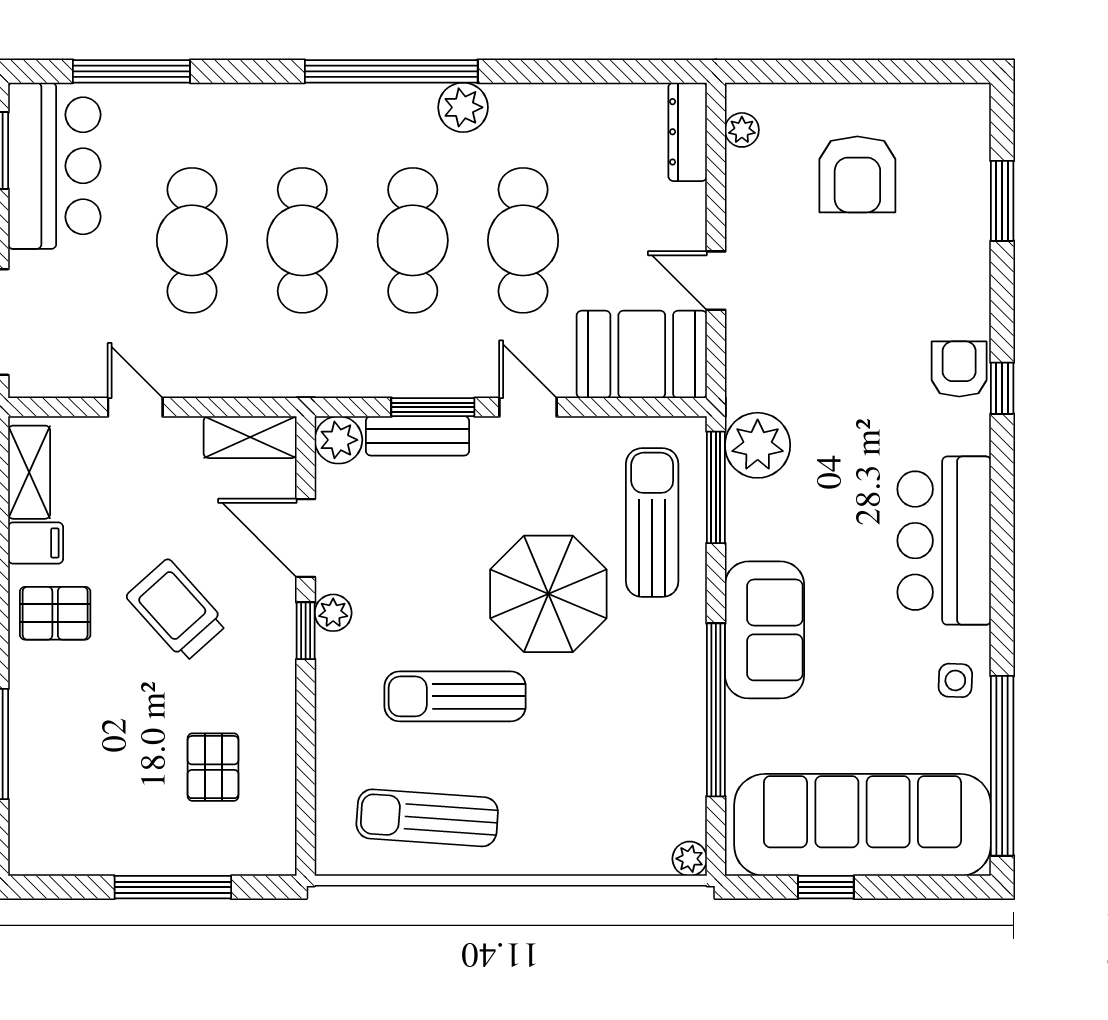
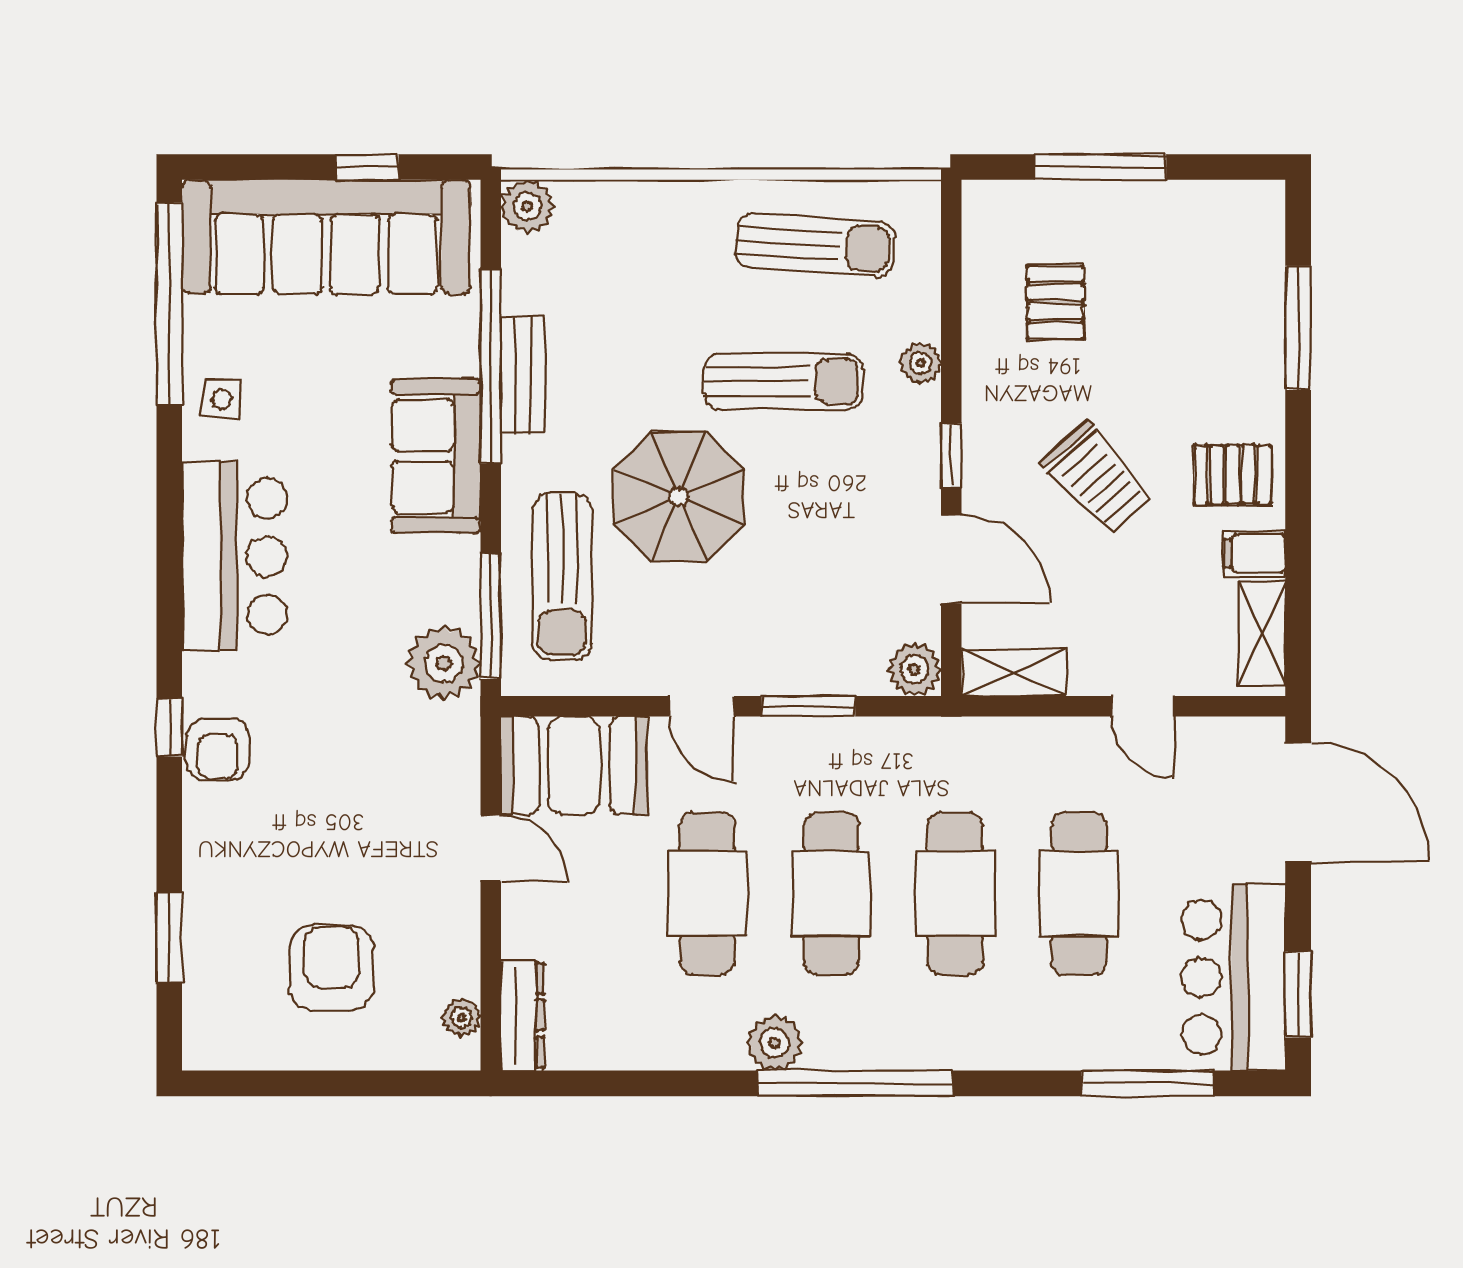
bench: (417, 436) -> (523, 376), moved, turned 90
plant: (333, 613) -> (921, 363), moved
plant: (690, 859) -> (527, 206), width x1.38, depth x1.38

